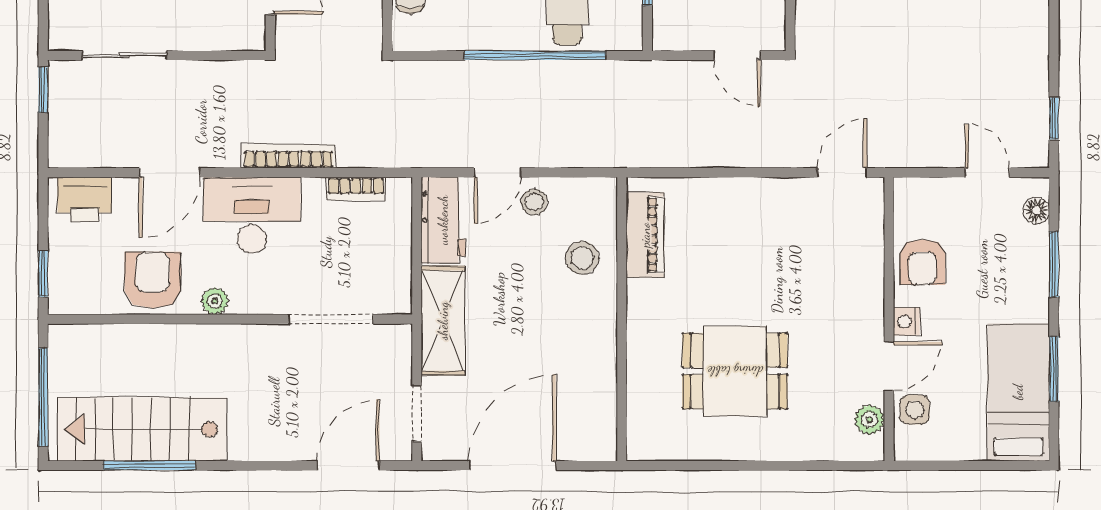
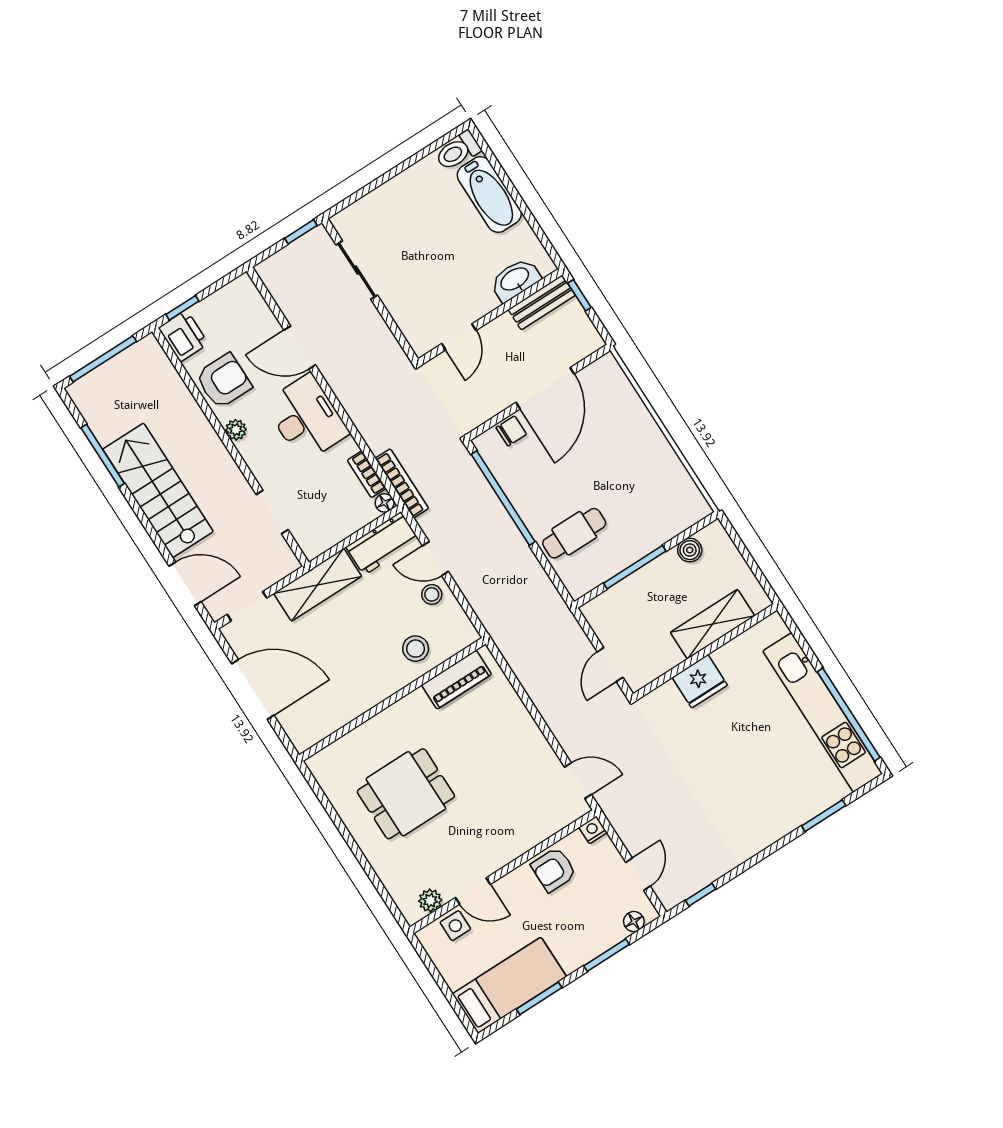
window: (535, 55) -> (503, 498), moved
bookcase: (288, 156) -> (402, 483), moved
floor lamp: (400, 189) -> (385, 503), added
printer: (85, 199) -> (183, 336), moved, turned 180
doorway: (331, 319) -> (272, 512), width x0.73
nightstand: (907, 322) -> (593, 830), moved
dining table: (735, 371) -> (406, 794), turned 90
stairs: (142, 429) -> (158, 490), moved

